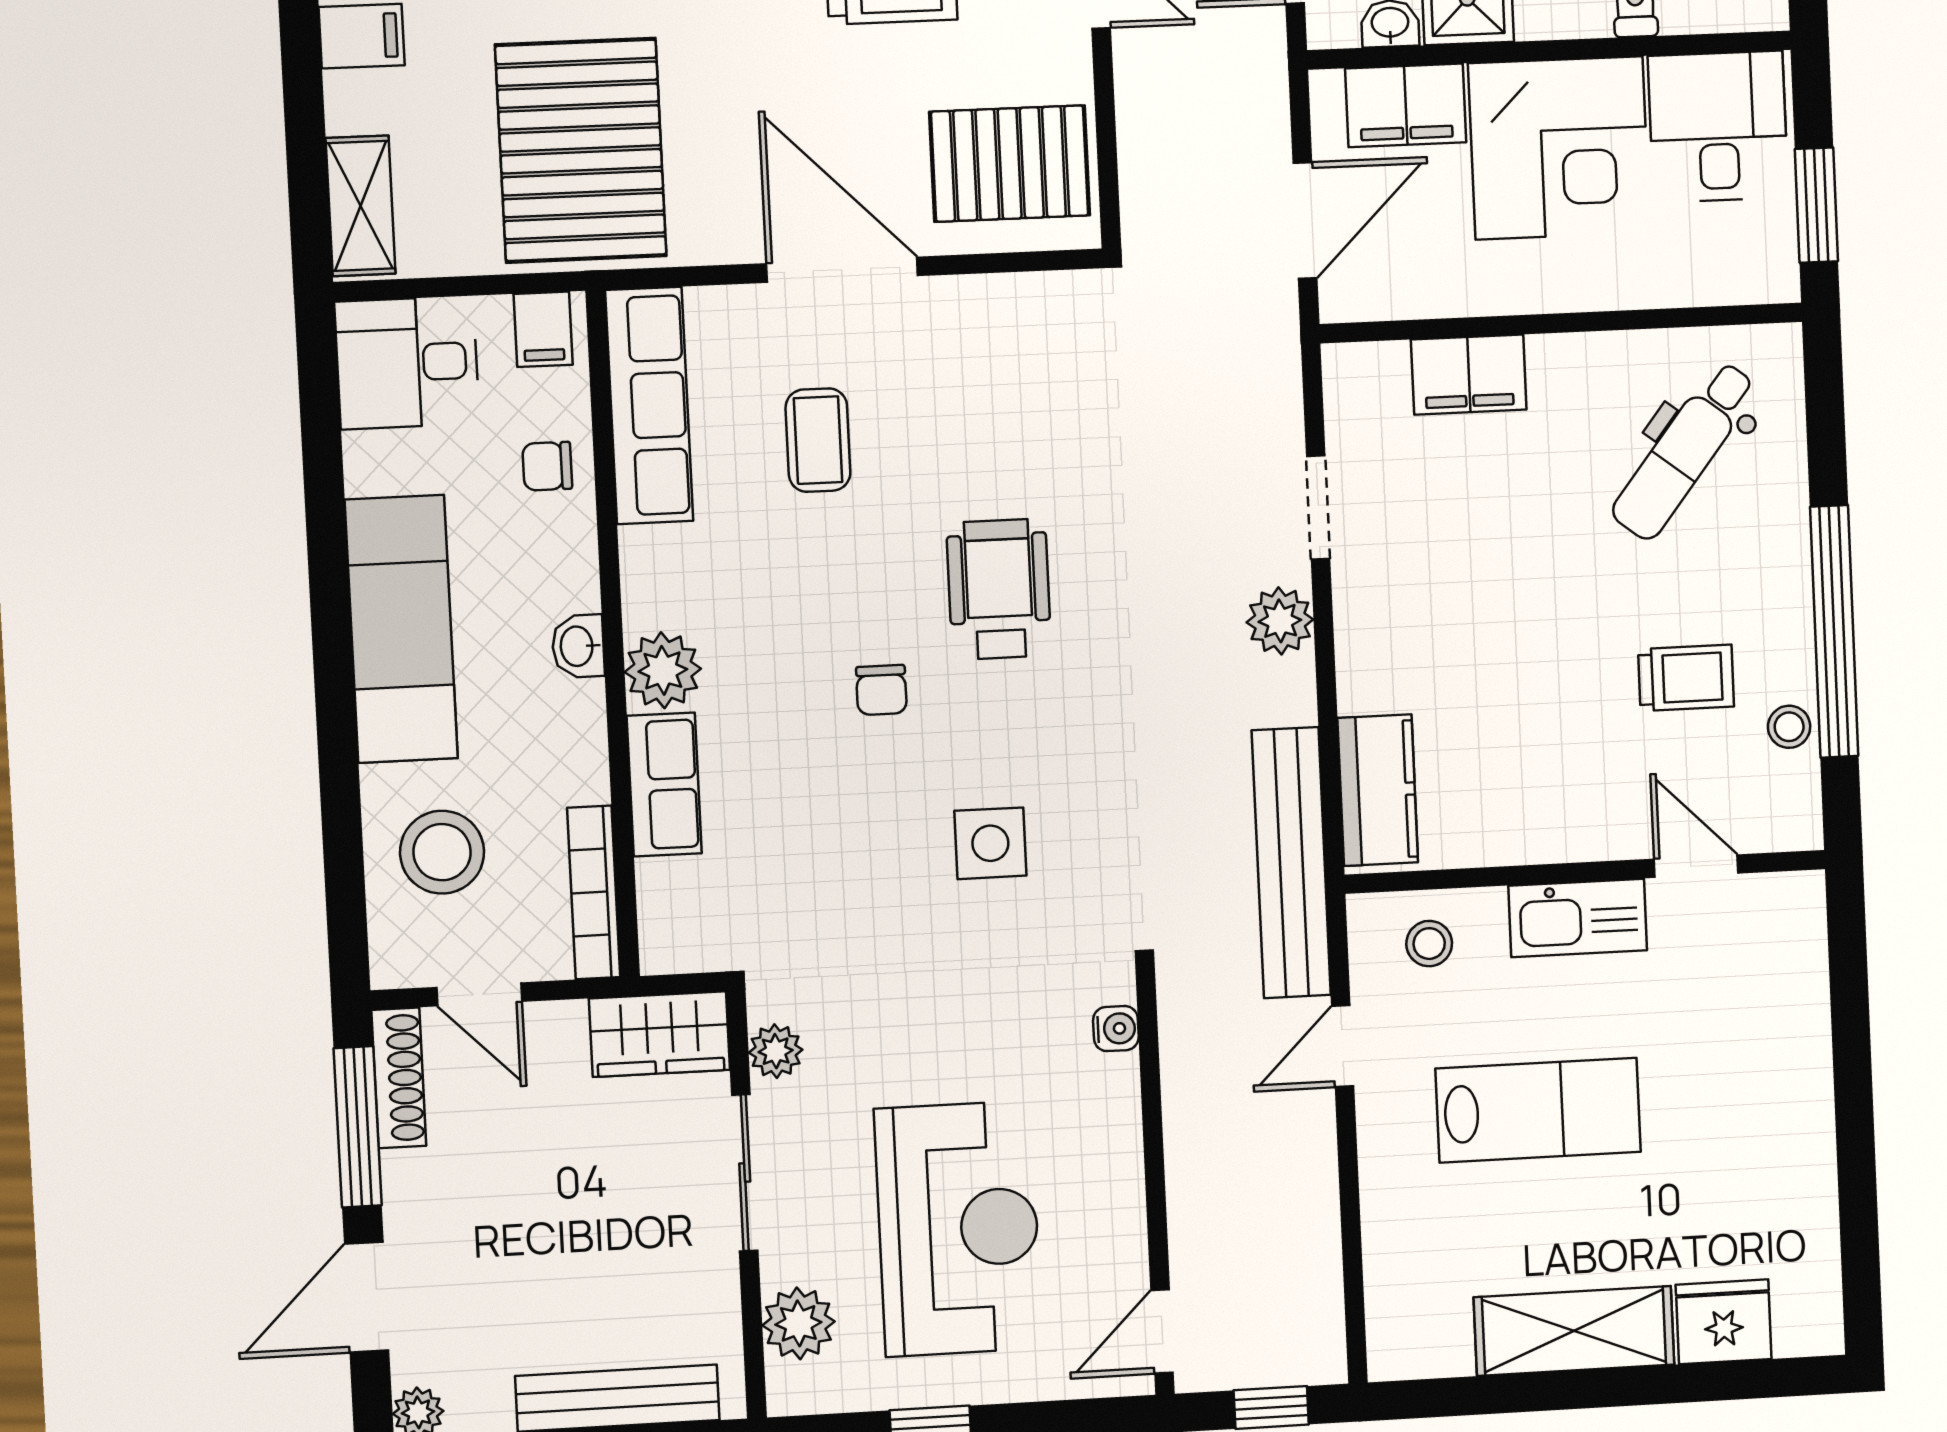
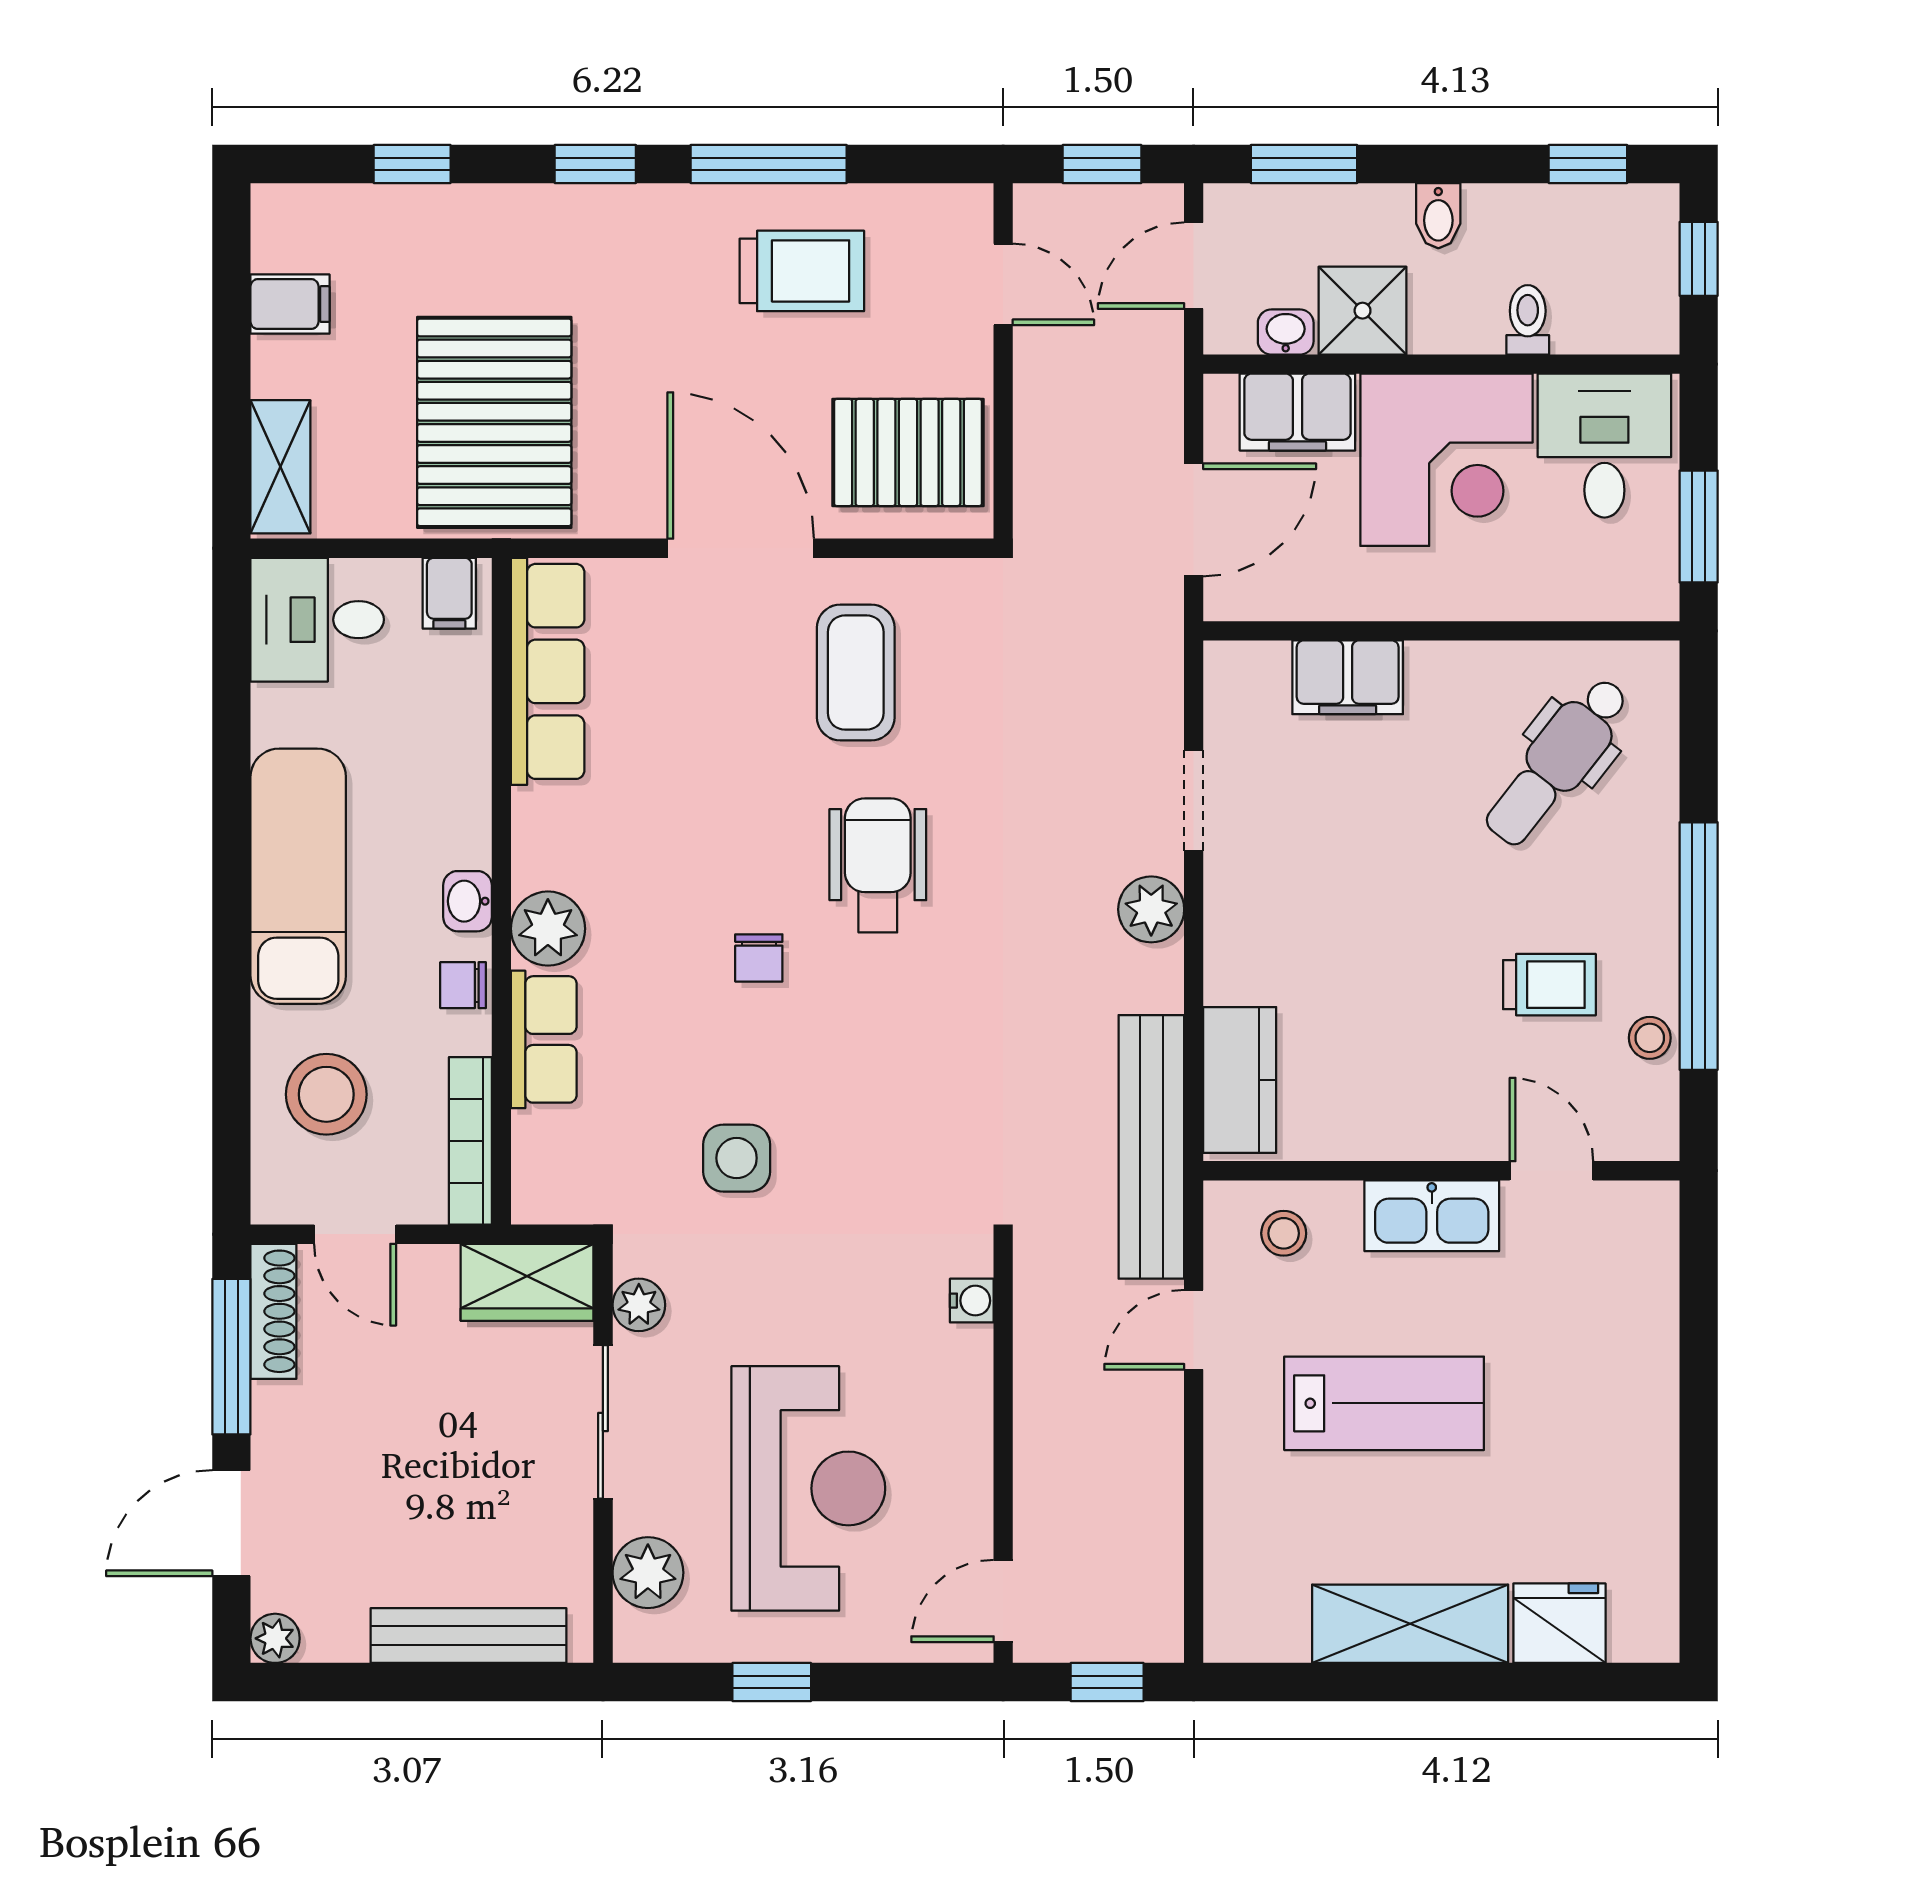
coffee table: (818, 440) -> (856, 673), moved, width x1.36, depth x1.30
chair: (547, 466) -> (463, 985), moved
side table: (990, 843) -> (737, 1158), moved

